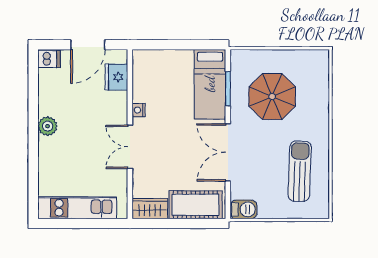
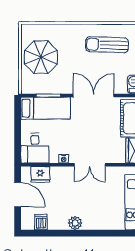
dishwasher: (49, 59) -> (41, 222), moved
desk: (153, 69) -> (35, 148), added
parasol: (272, 97) -> (41, 57), moved
double door: (228, 152) -> (94, 95), swing flipped

